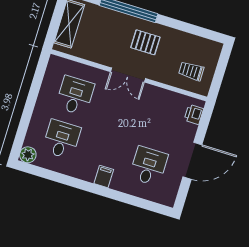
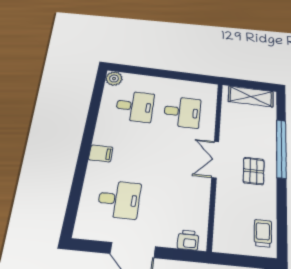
trolley: (191, 71) -> (263, 233), moved

